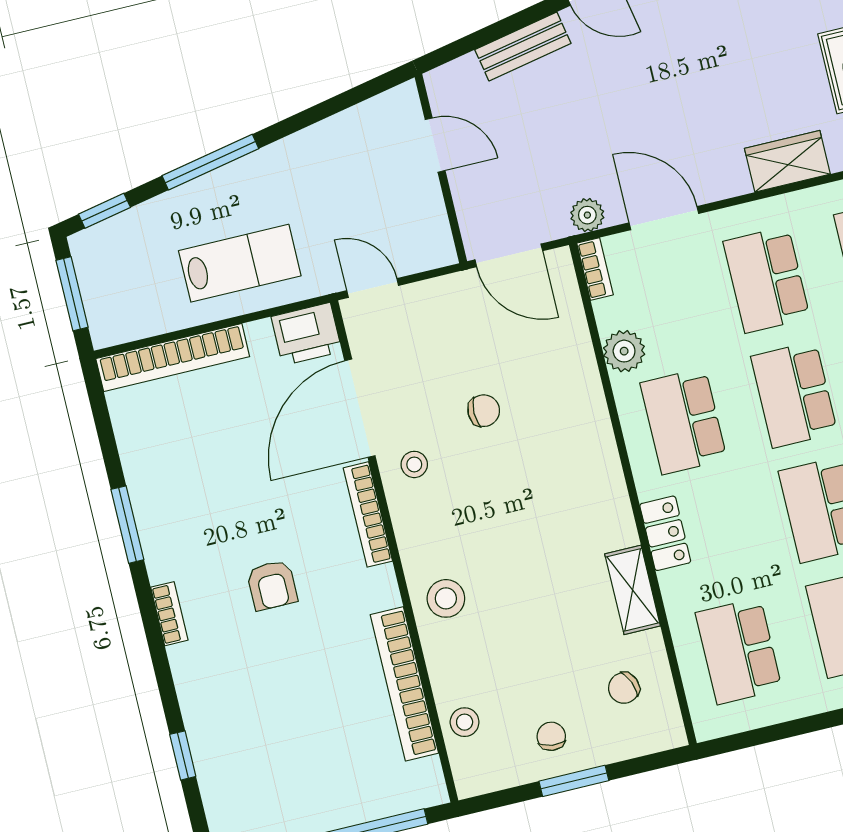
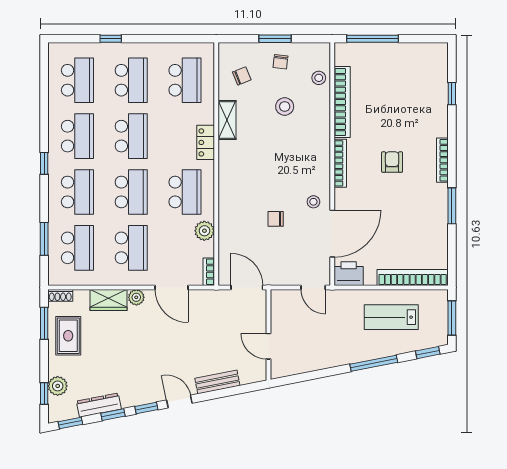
plant: (587, 215) -> (136, 297), moved
lab bench: (240, 263) -> (391, 317), moved
bookcase: (368, 514) -> (340, 163), moved
stool: (446, 598) -> (285, 107), moved
bookcase: (169, 614) -> (442, 160), width x1.56

